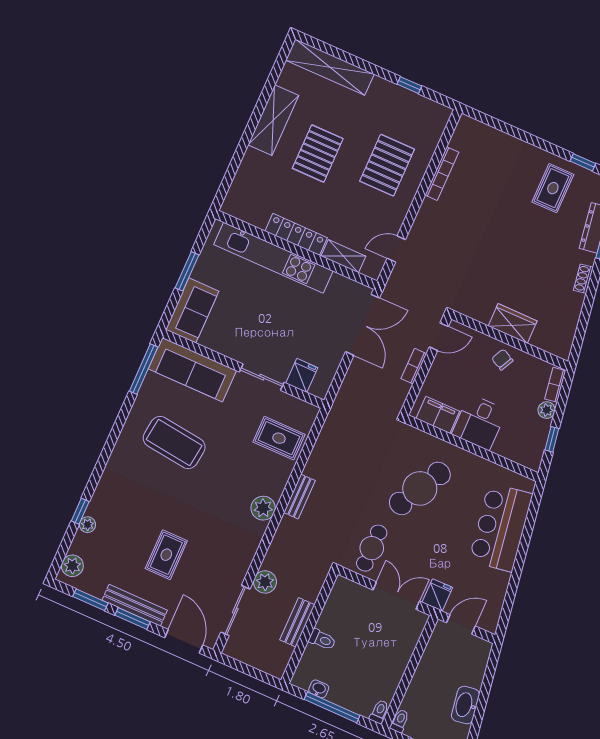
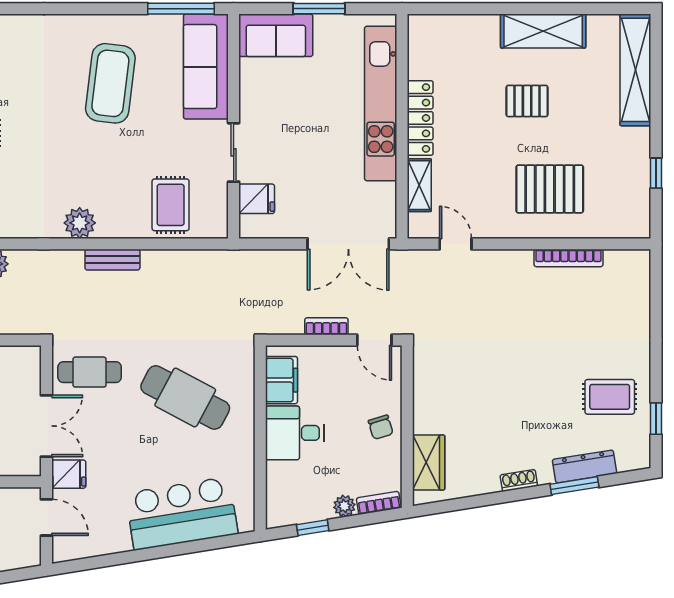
pallet: (318, 153) -> (527, 101), width x0.67, depth x0.71
wardrobe: (513, 323) -> (429, 462), moved
chair: (502, 360) -> (381, 427), turned 136

